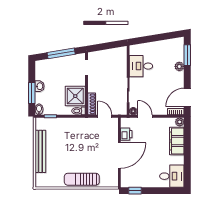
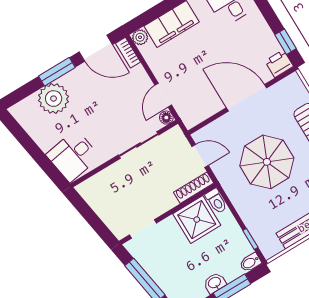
window: (187, 55) -> (57, 72), moved
desk: (141, 66) -> (73, 156), moved, turned 81
plant: (179, 66) -> (54, 99), width x1.87, depth x1.87
door: (105, 116) -> (200, 156), swing flipped
printer: (126, 134) -> (279, 64), moved
parasol: (83, 147) -> (267, 162), added

